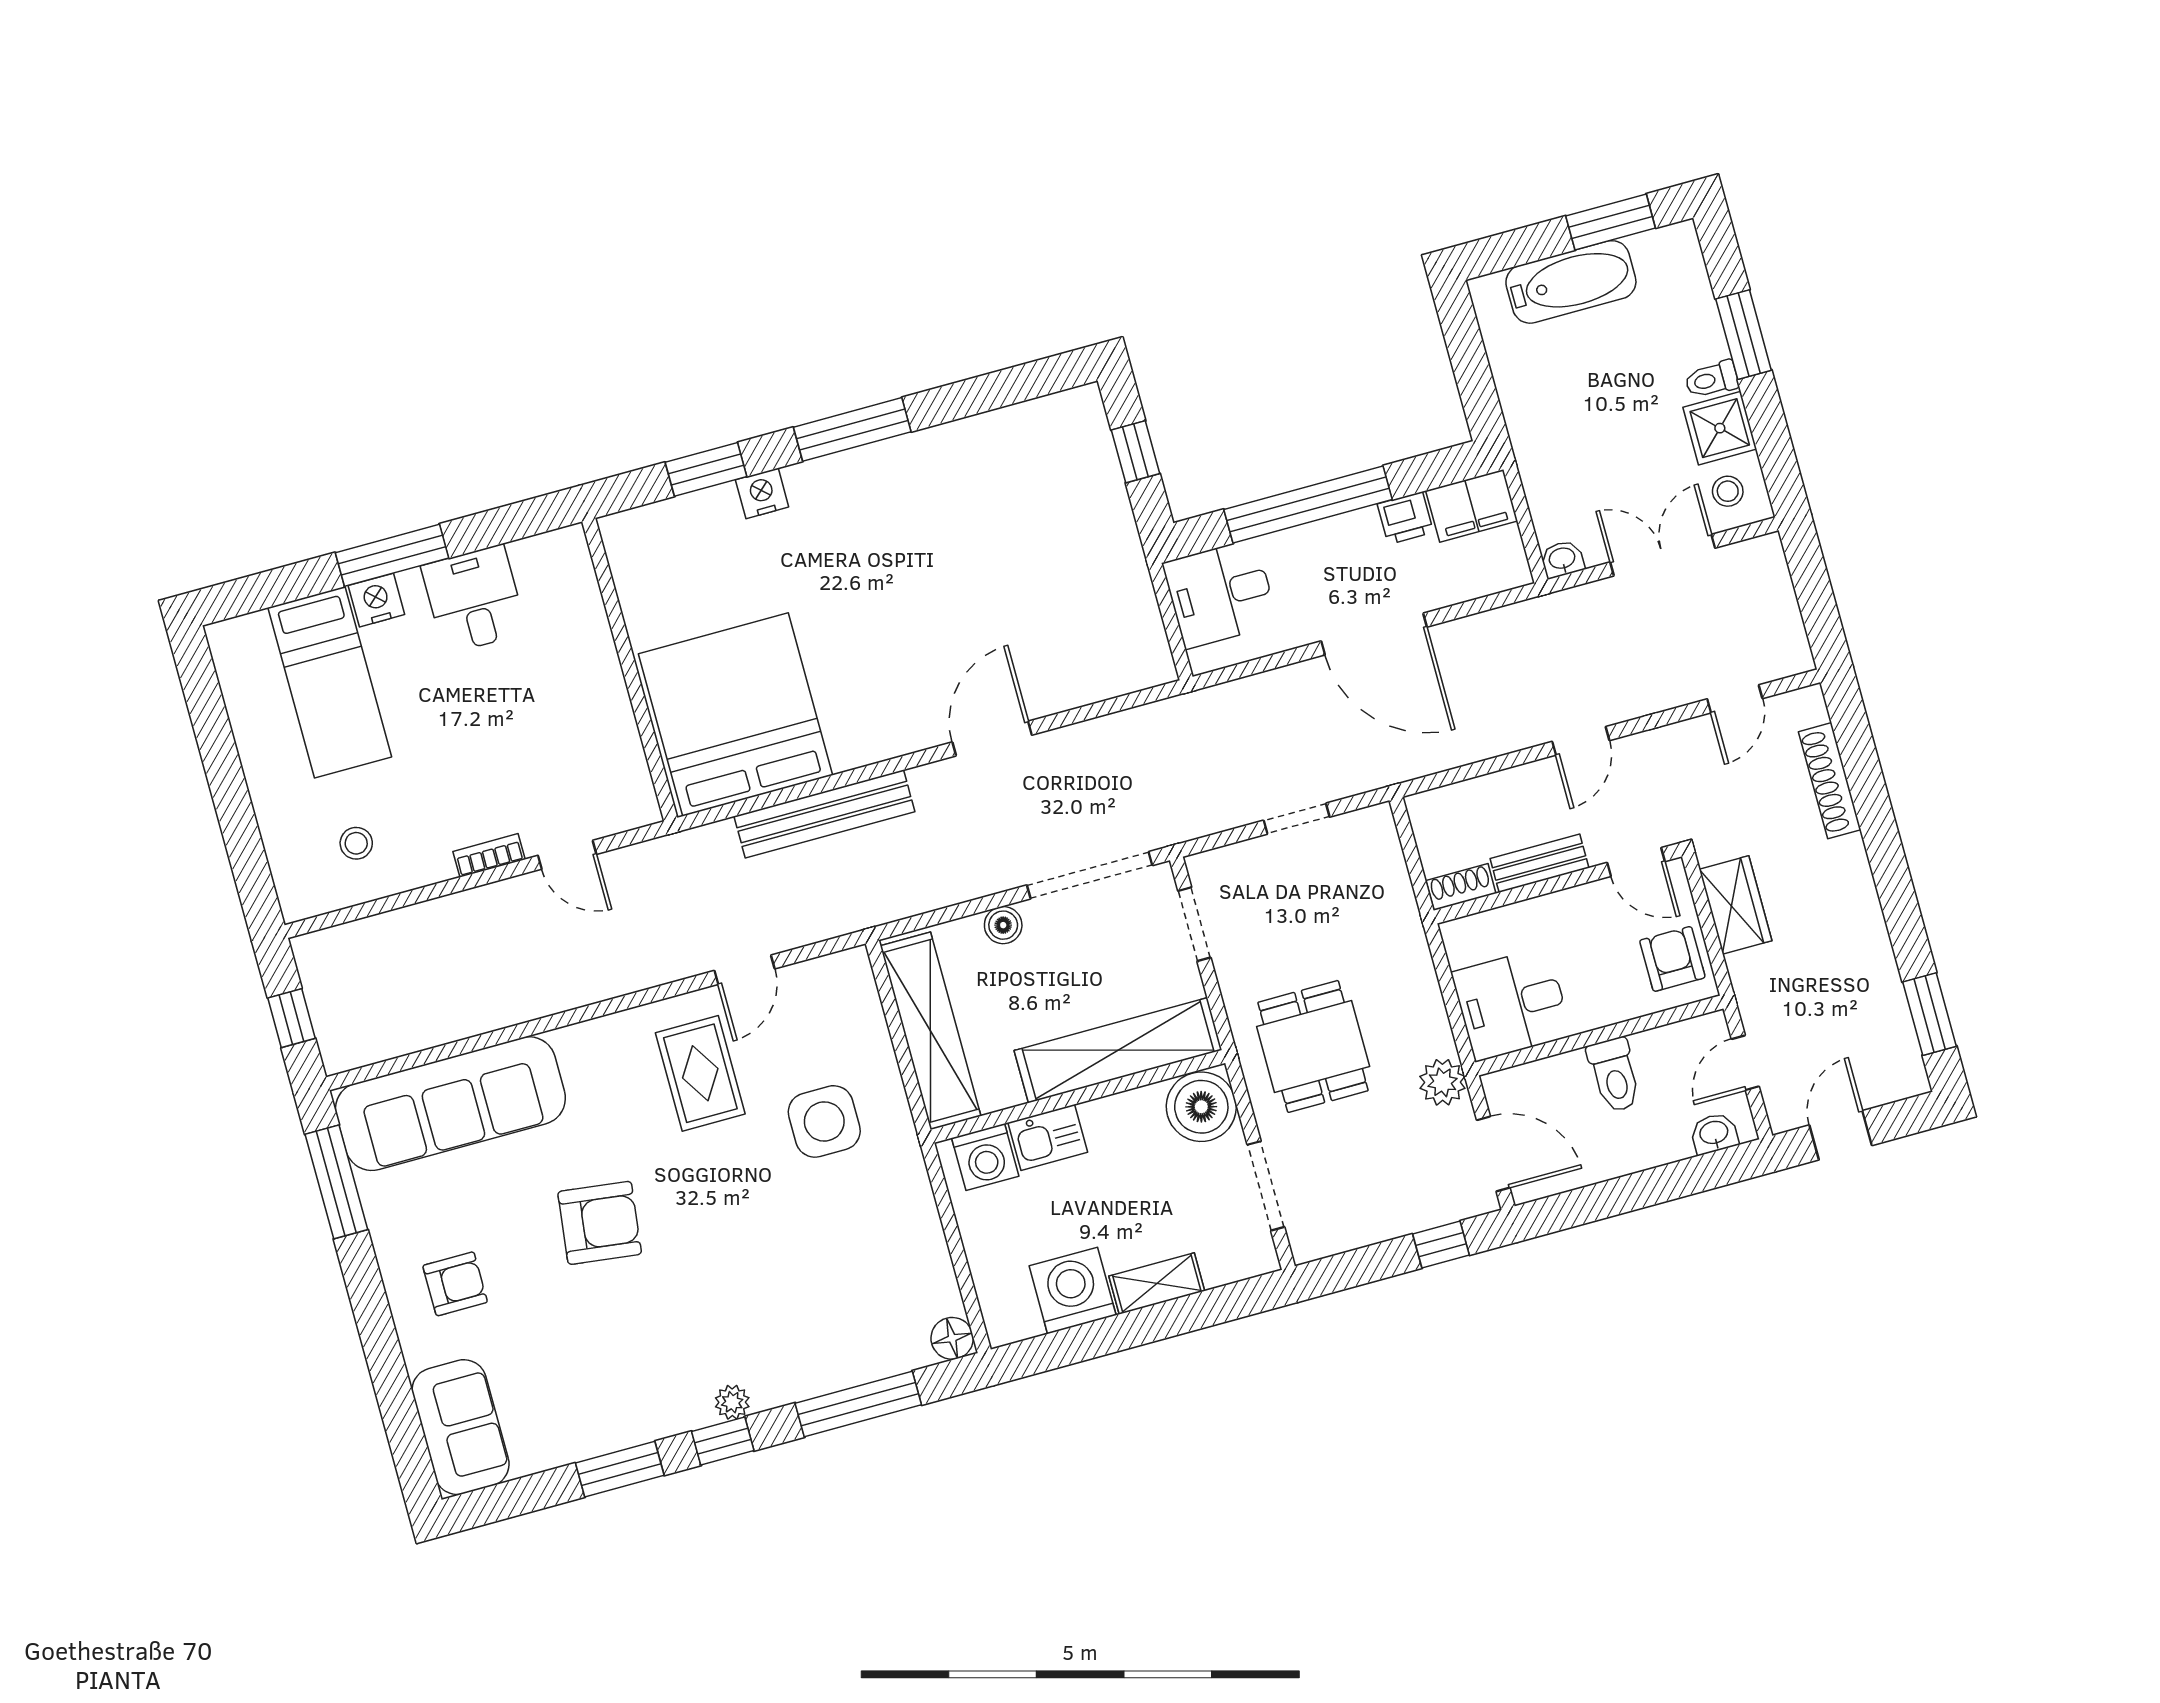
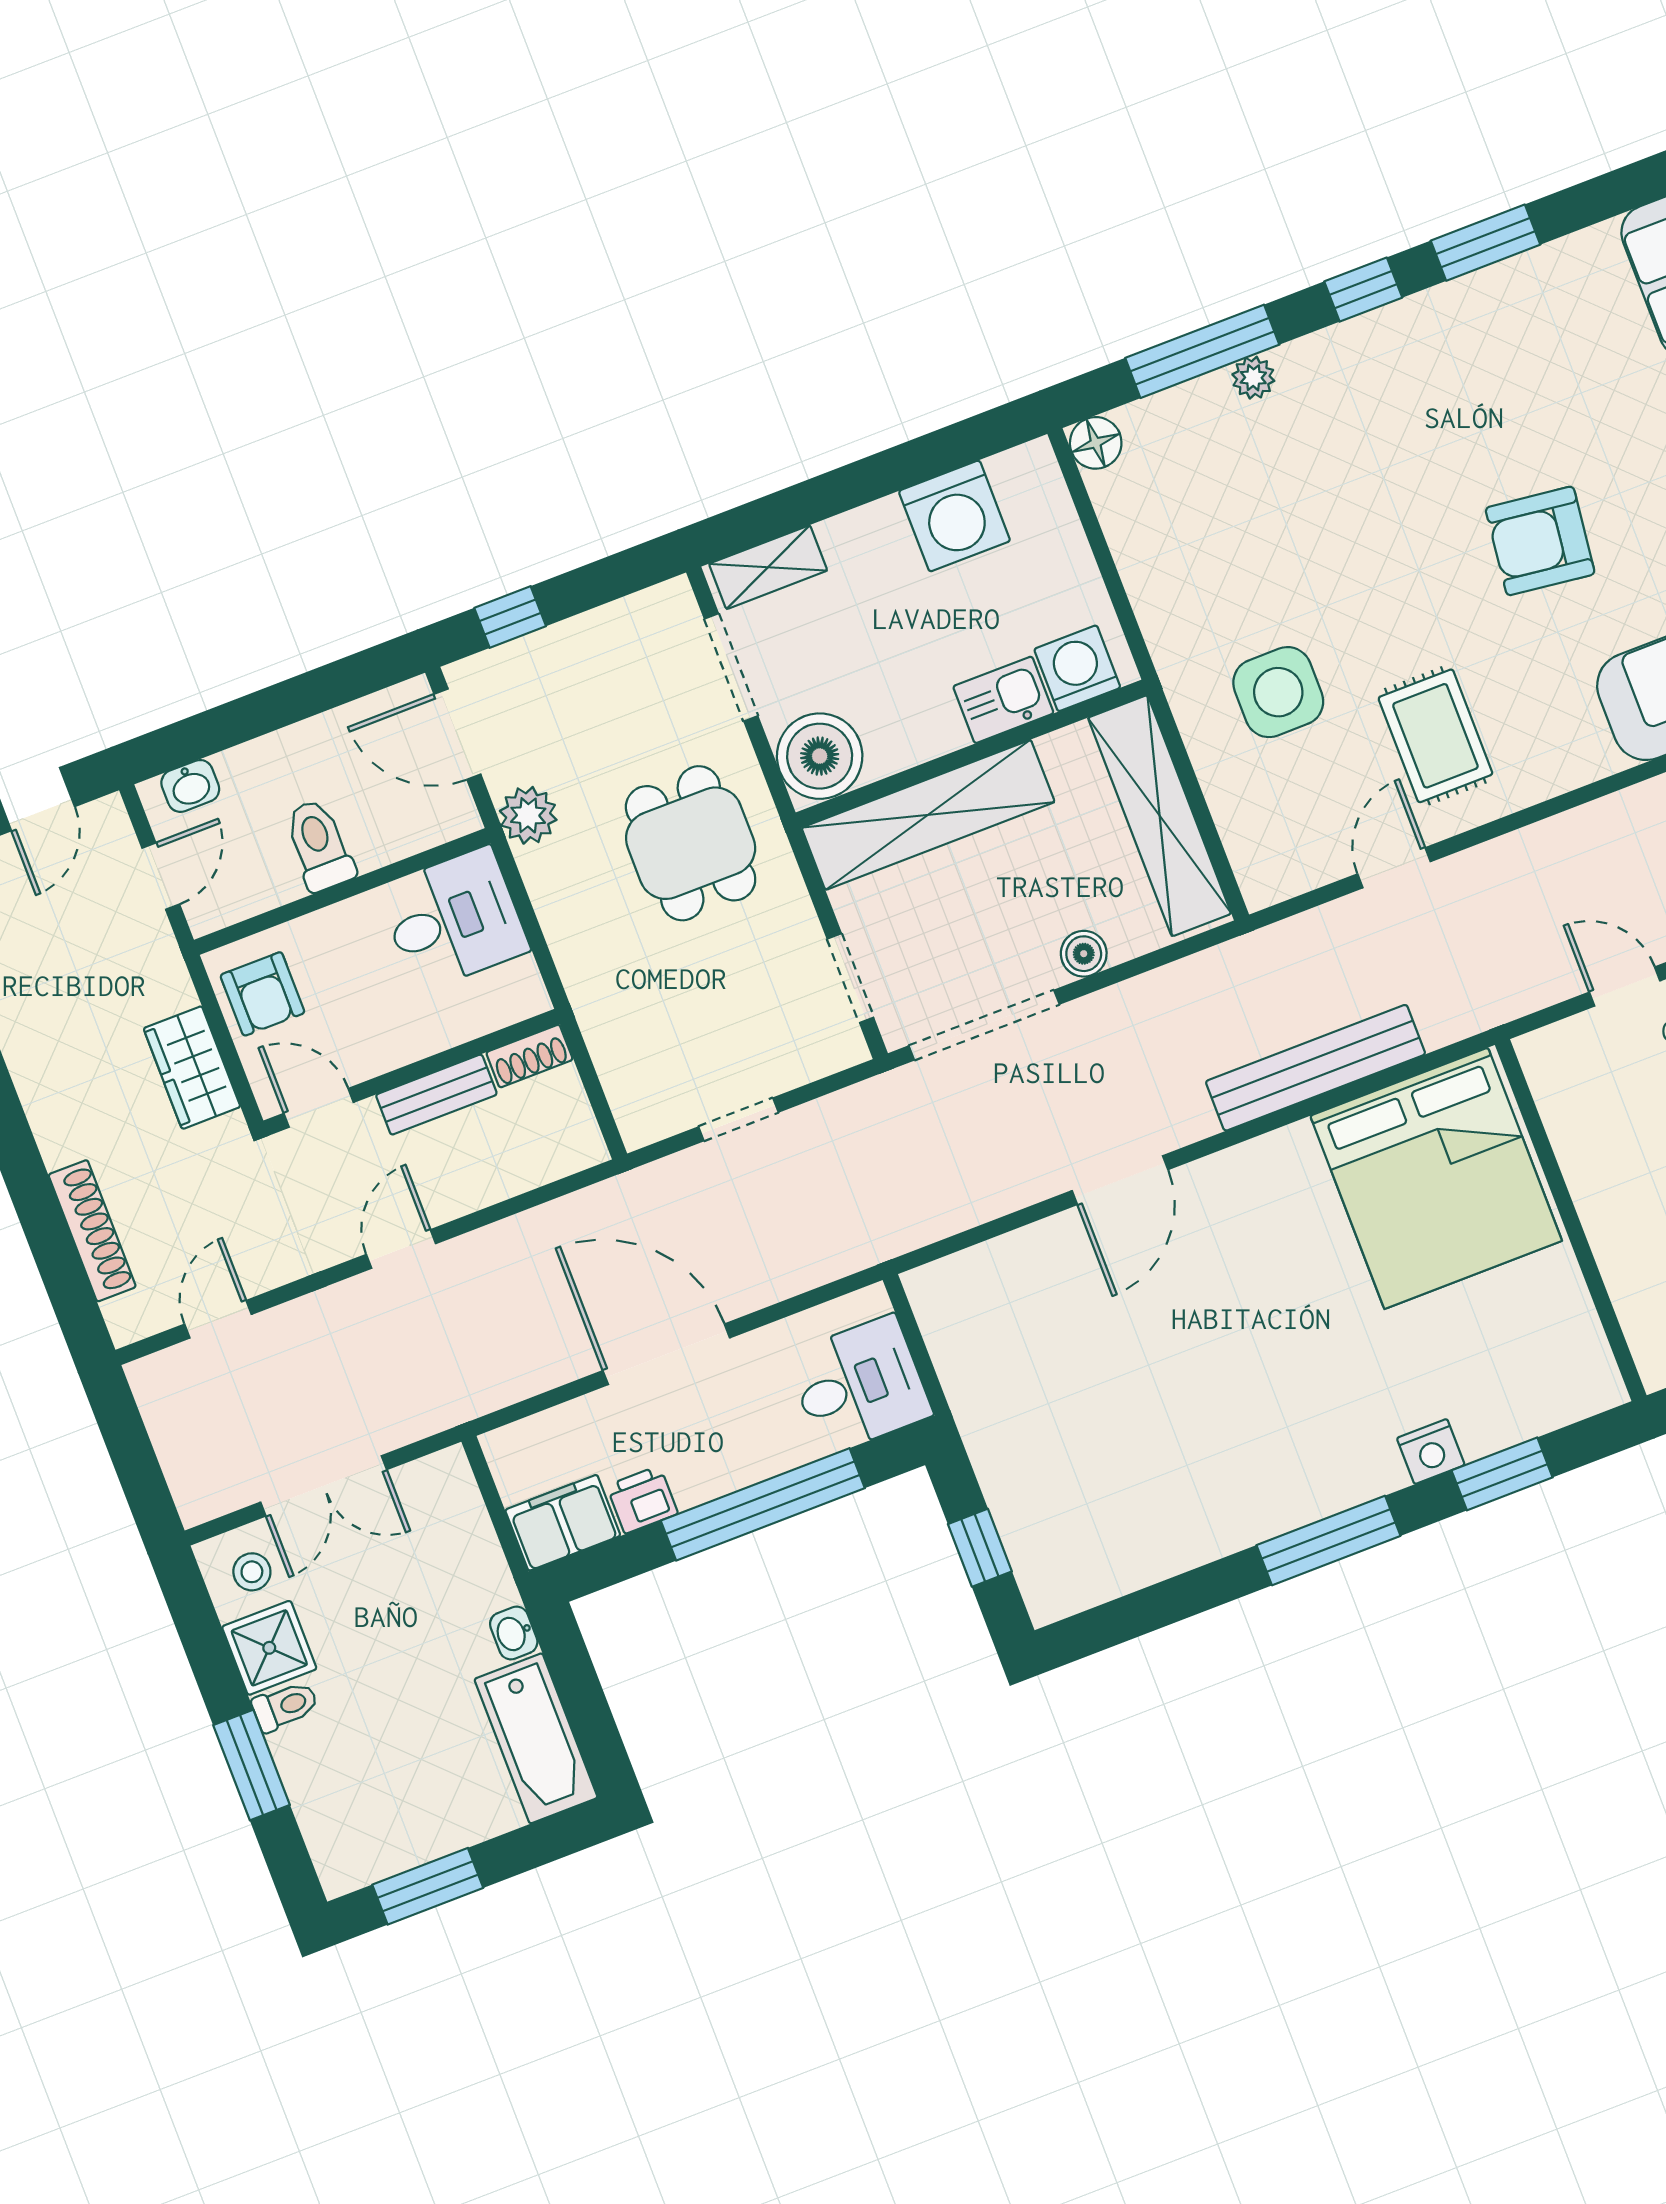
bathtub: (1571, 282) -> (536, 1738), moved, turned -90
washbasin: (1562, 559) -> (514, 1633), moved, turned 90
shelving: (1157, 1284) -> (768, 567), moved
plant: (732, 1402) -> (1253, 378), moved

